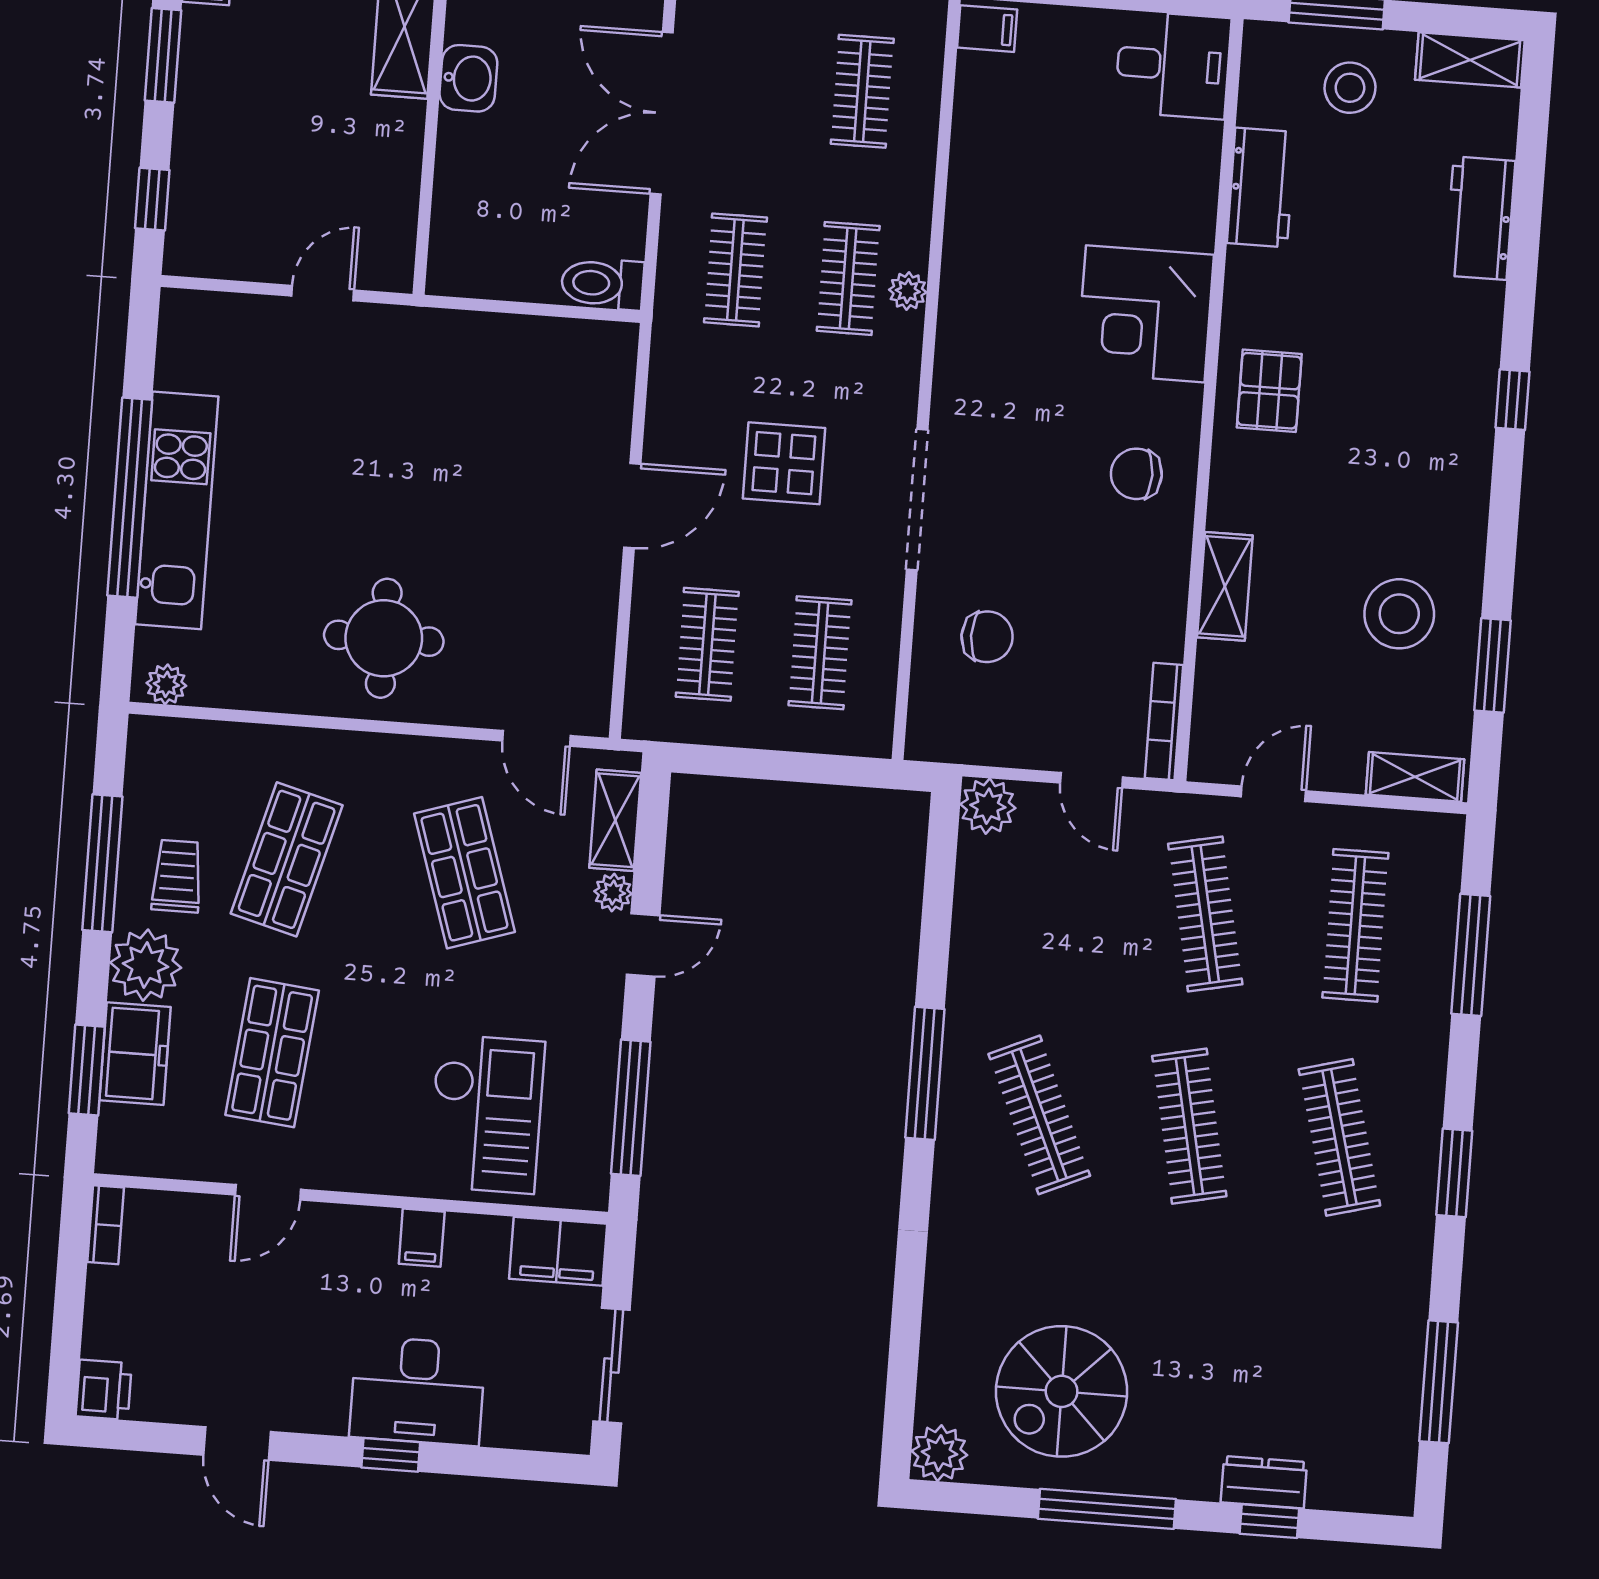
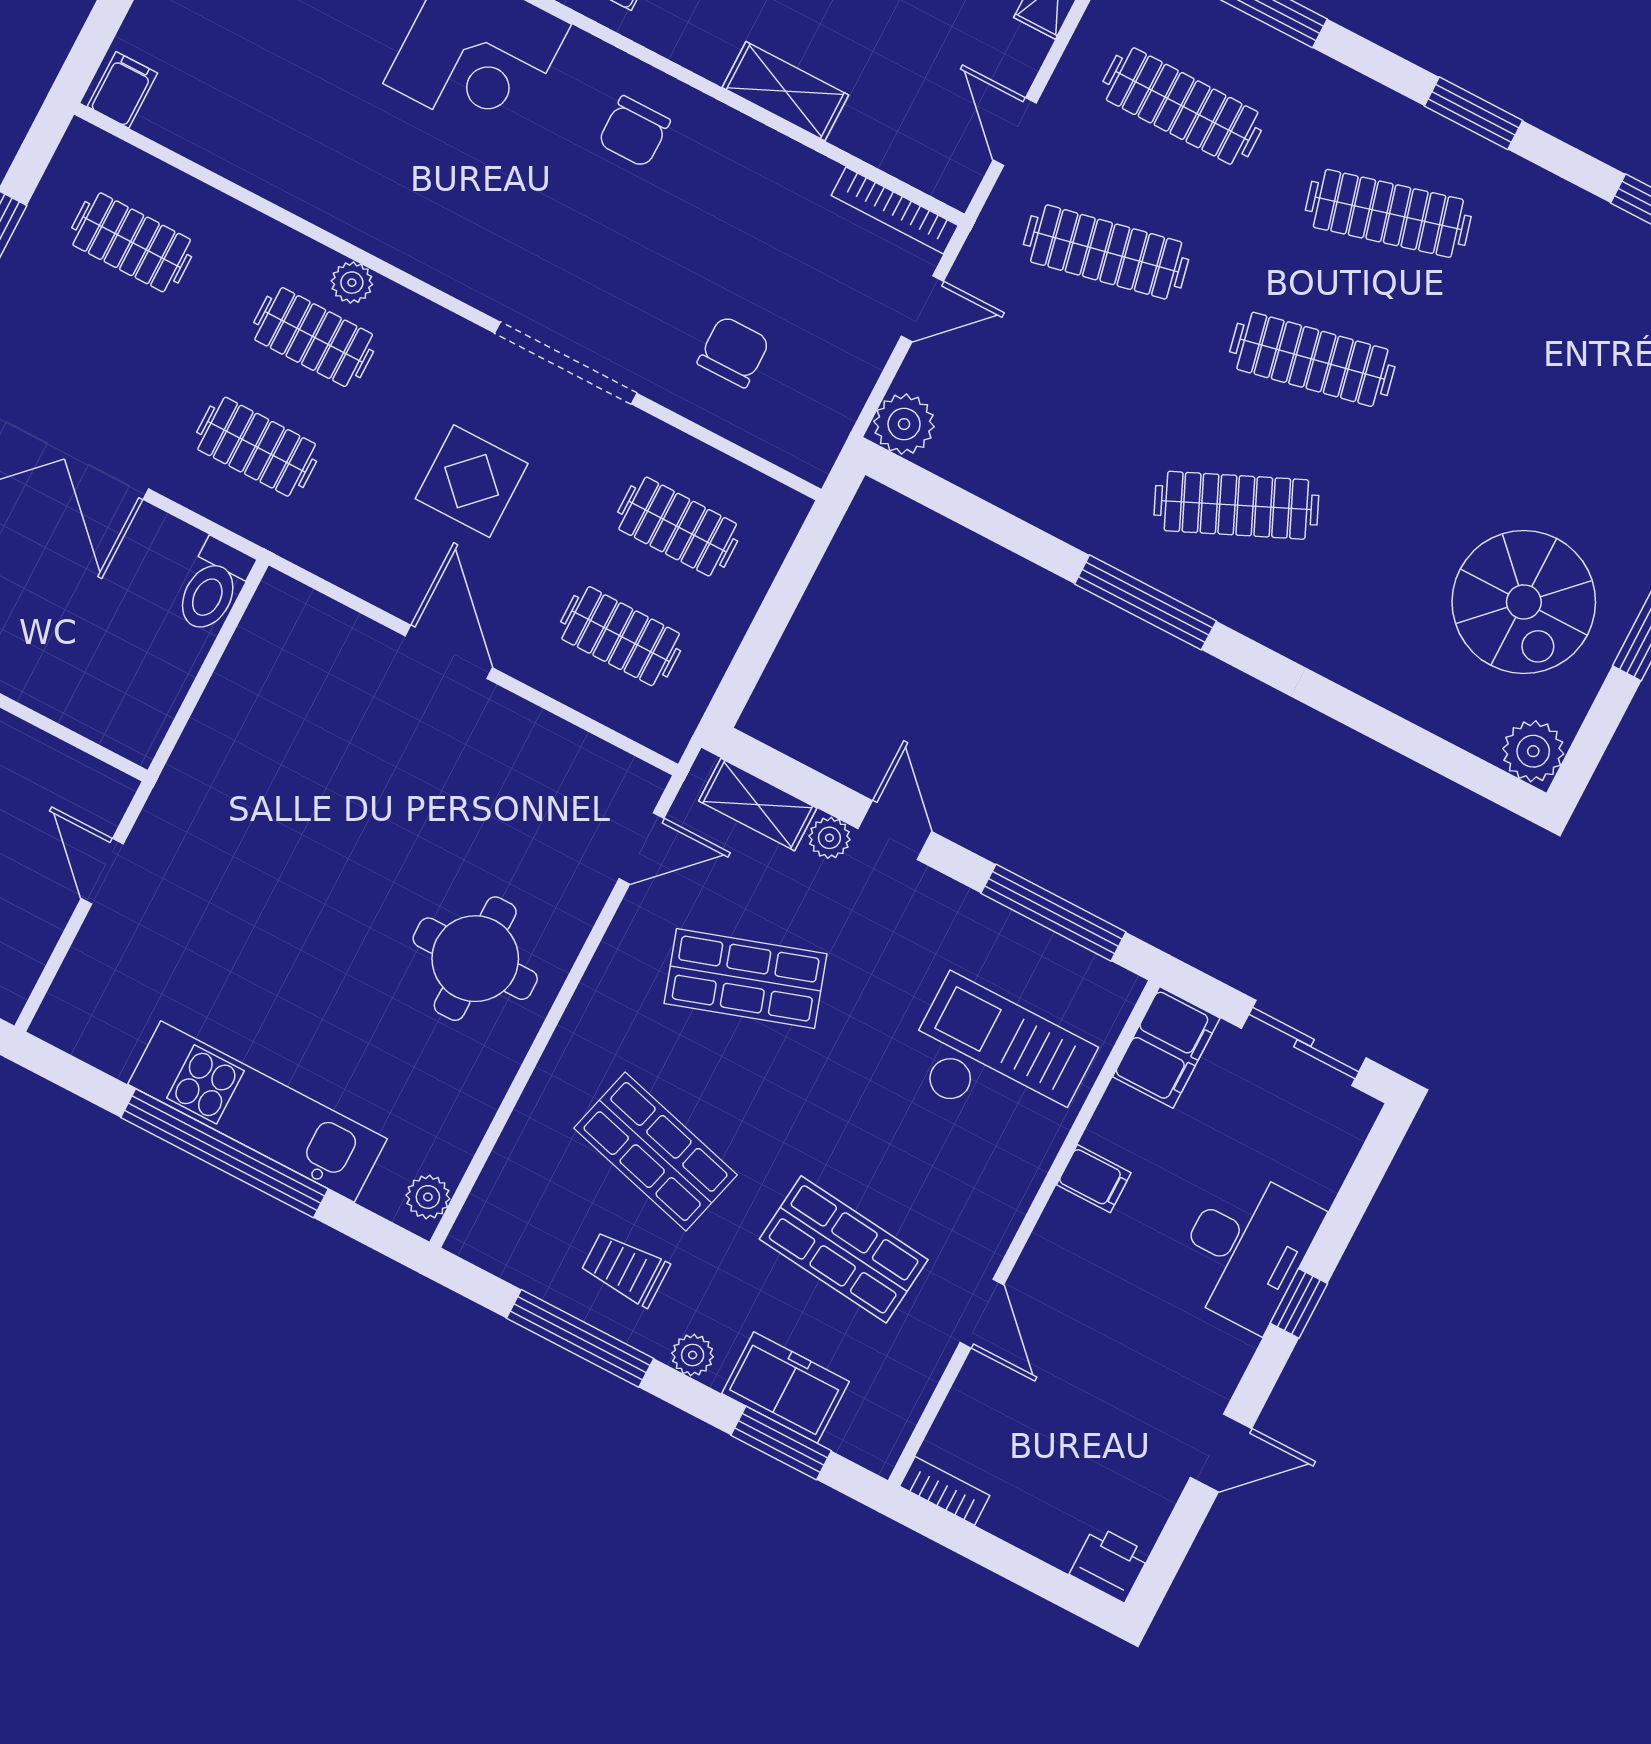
plant: (146, 965) -> (693, 1355), width x0.53, depth x0.53

